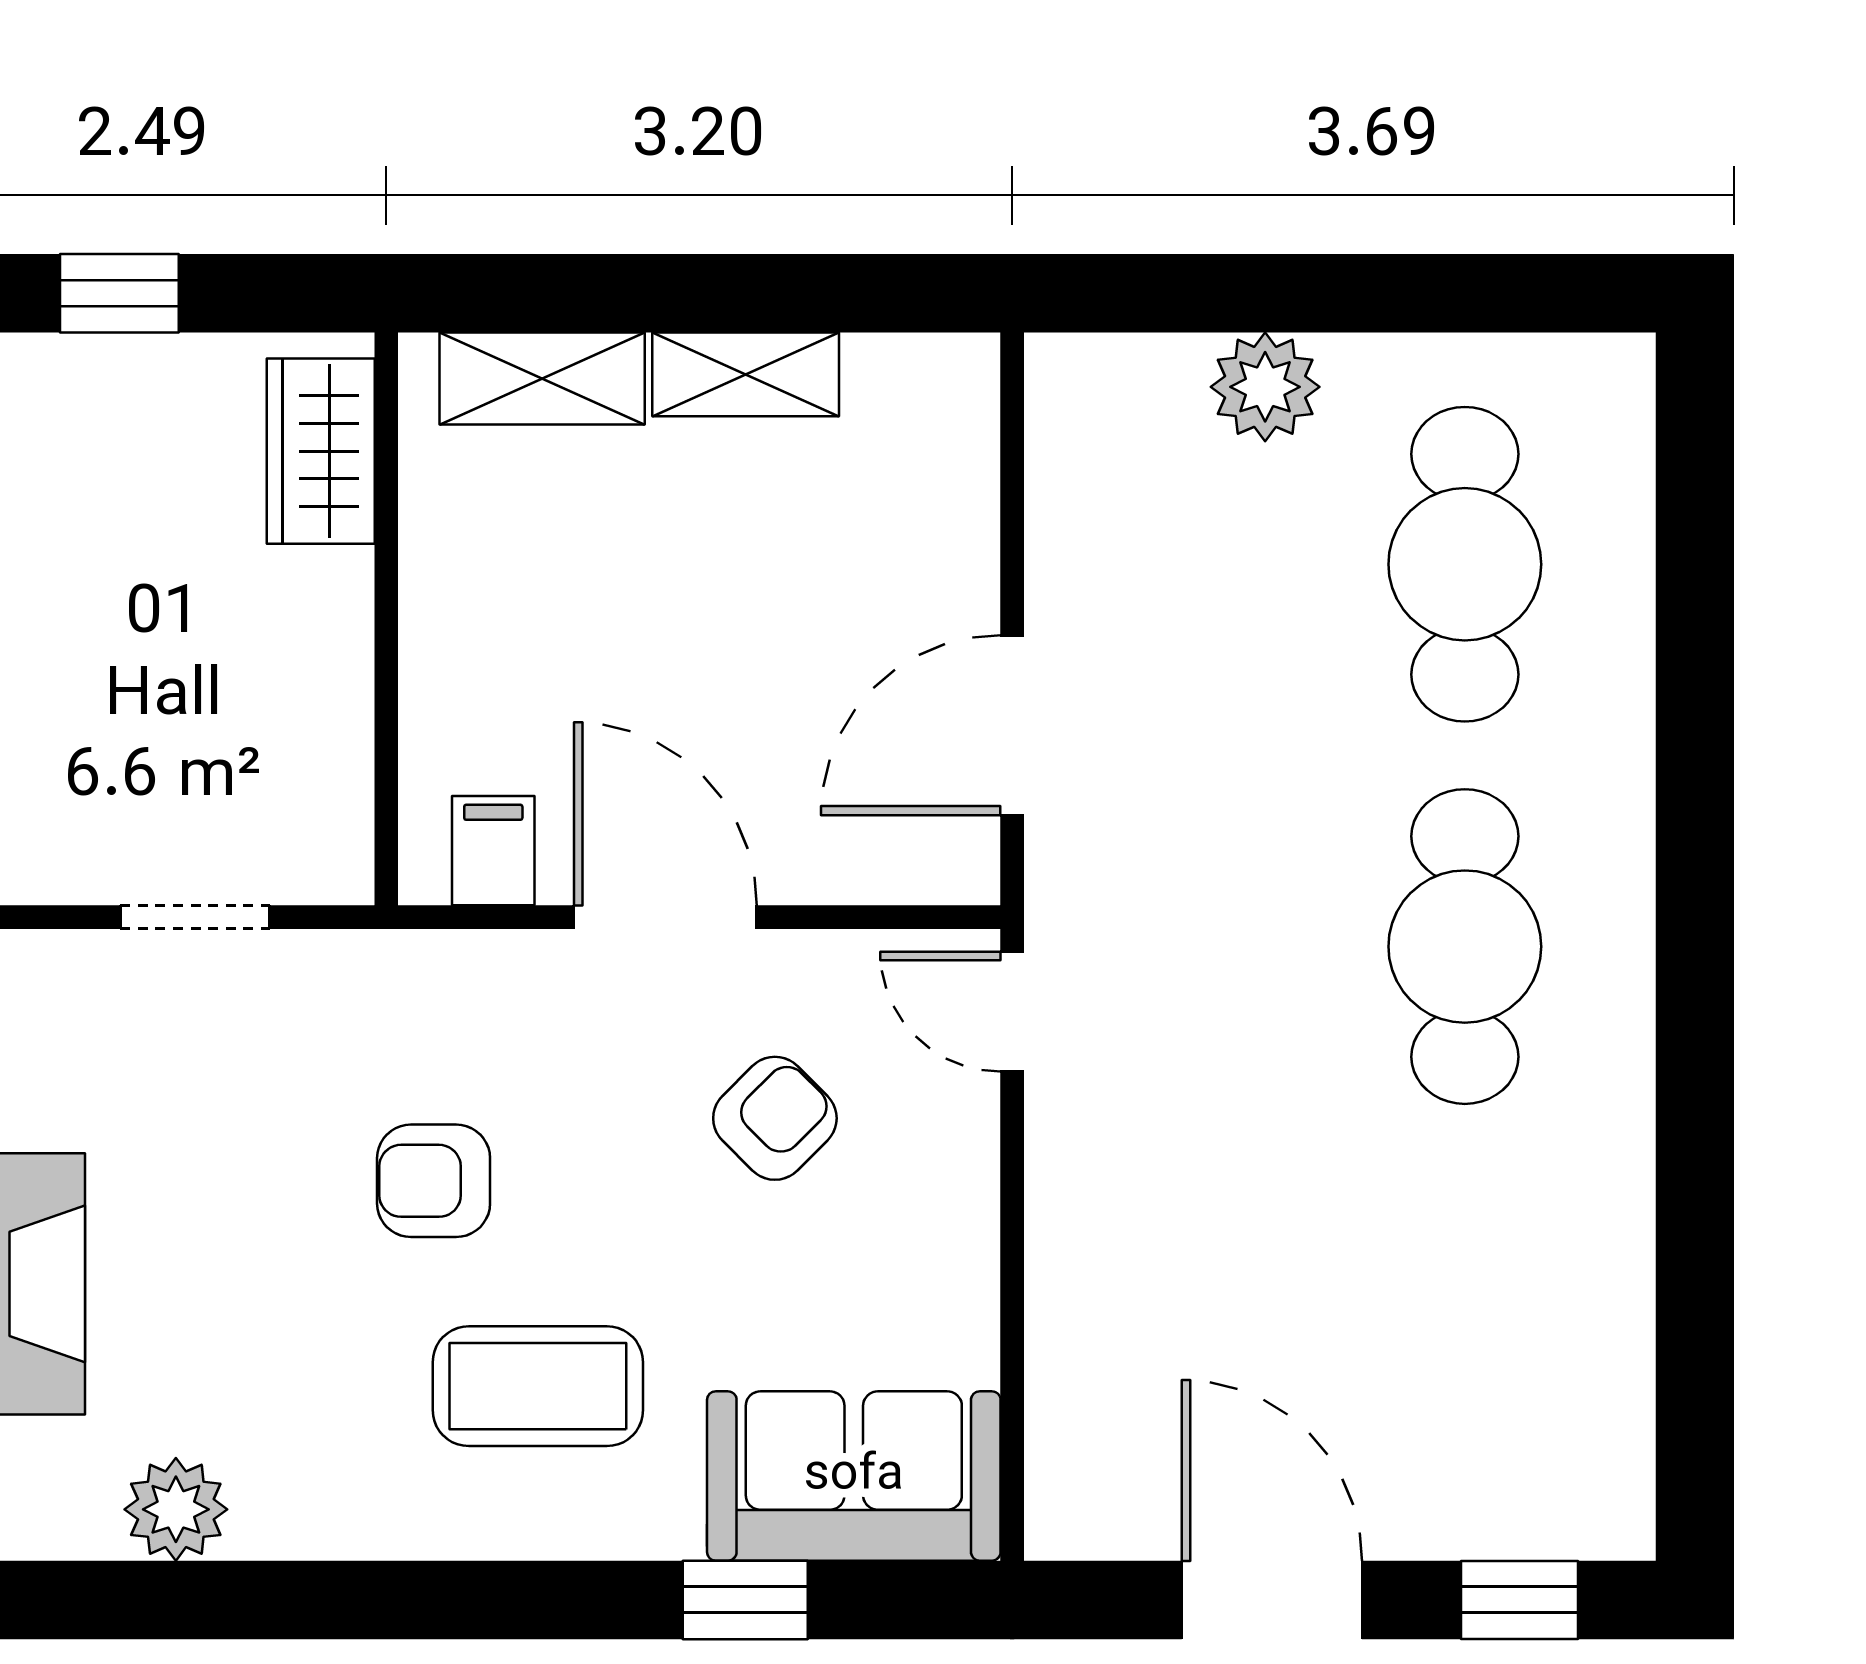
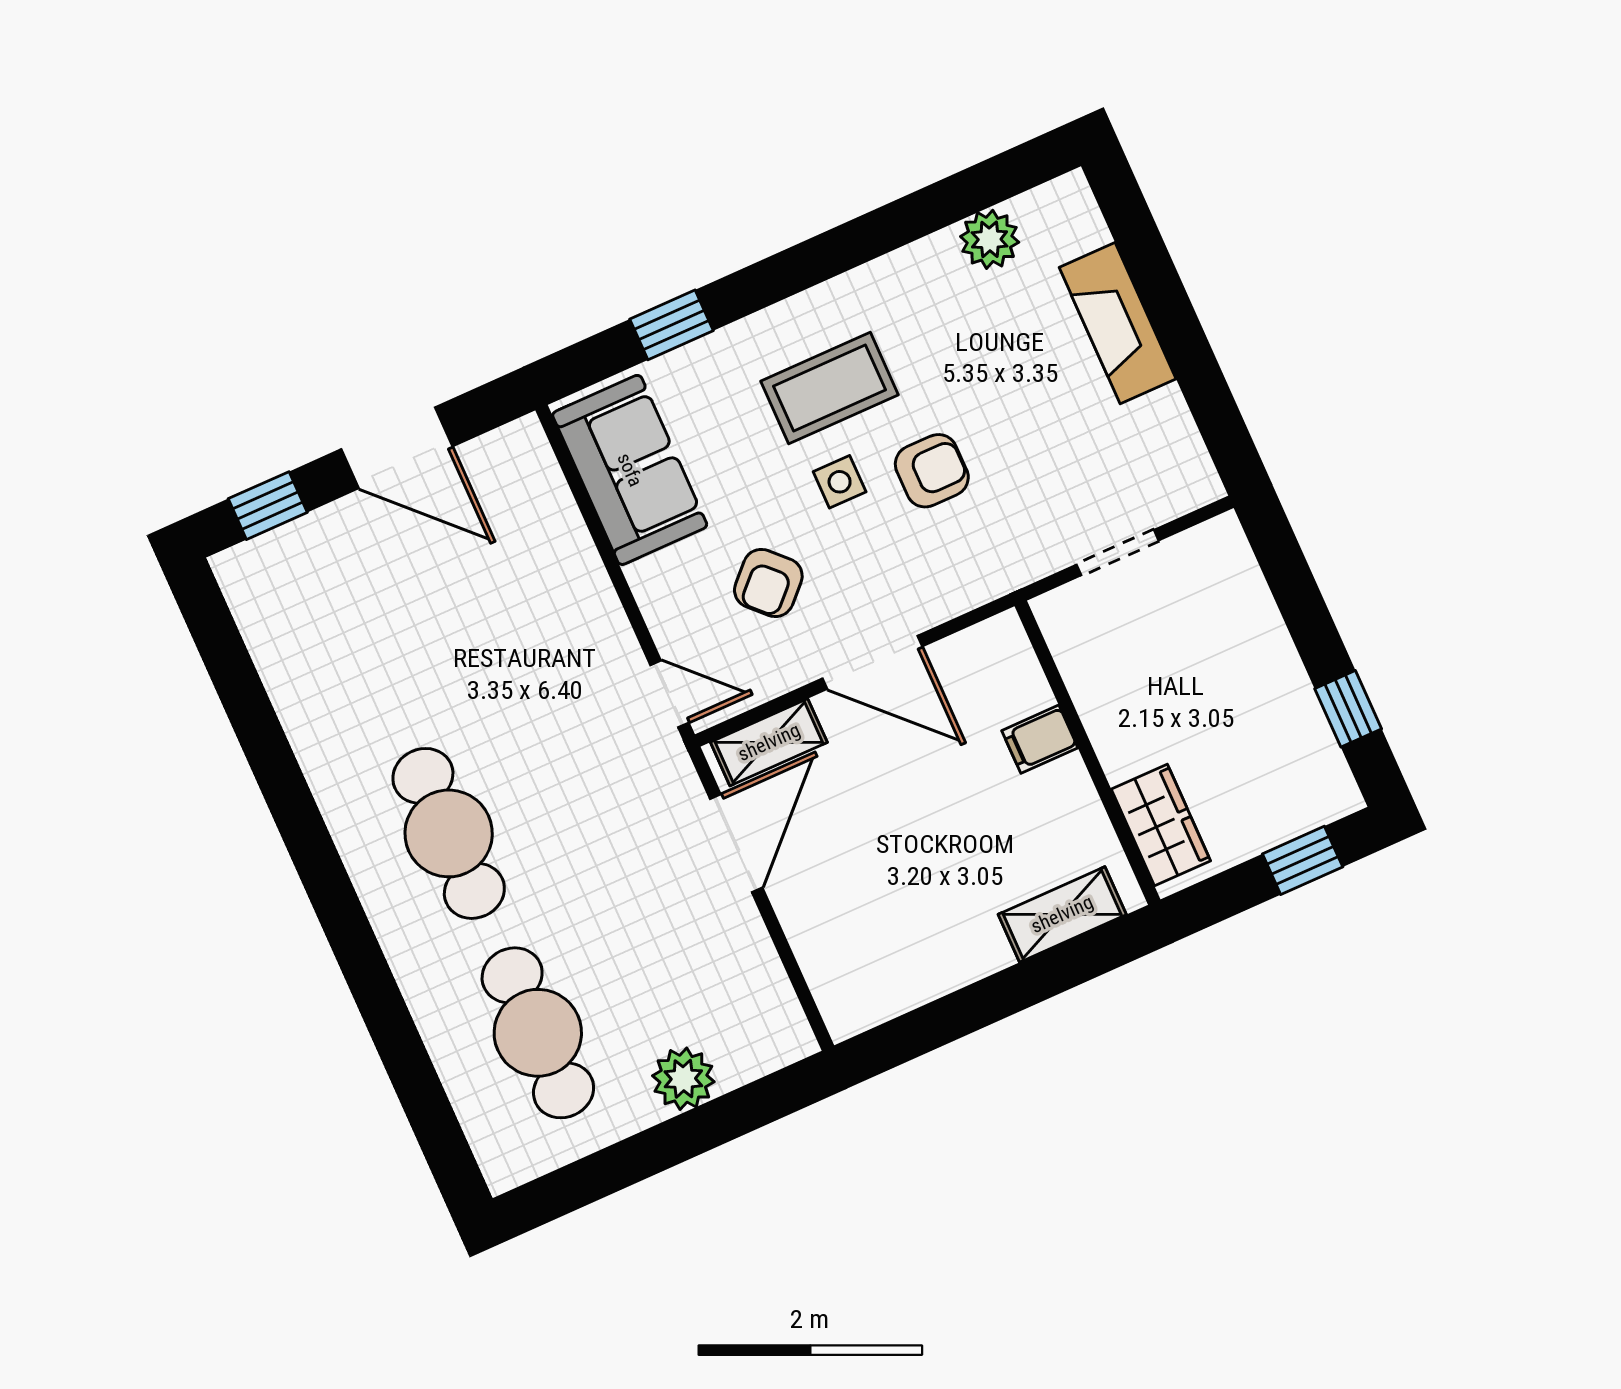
shelving: (746, 374) -> (769, 742), moved
filing cabinet: (493, 851) -> (1040, 739), moved, turned 90
side table: (589, 1229) -> (840, 482), added
sofa: (854, 1476) -> (630, 470), moved, turned -90

